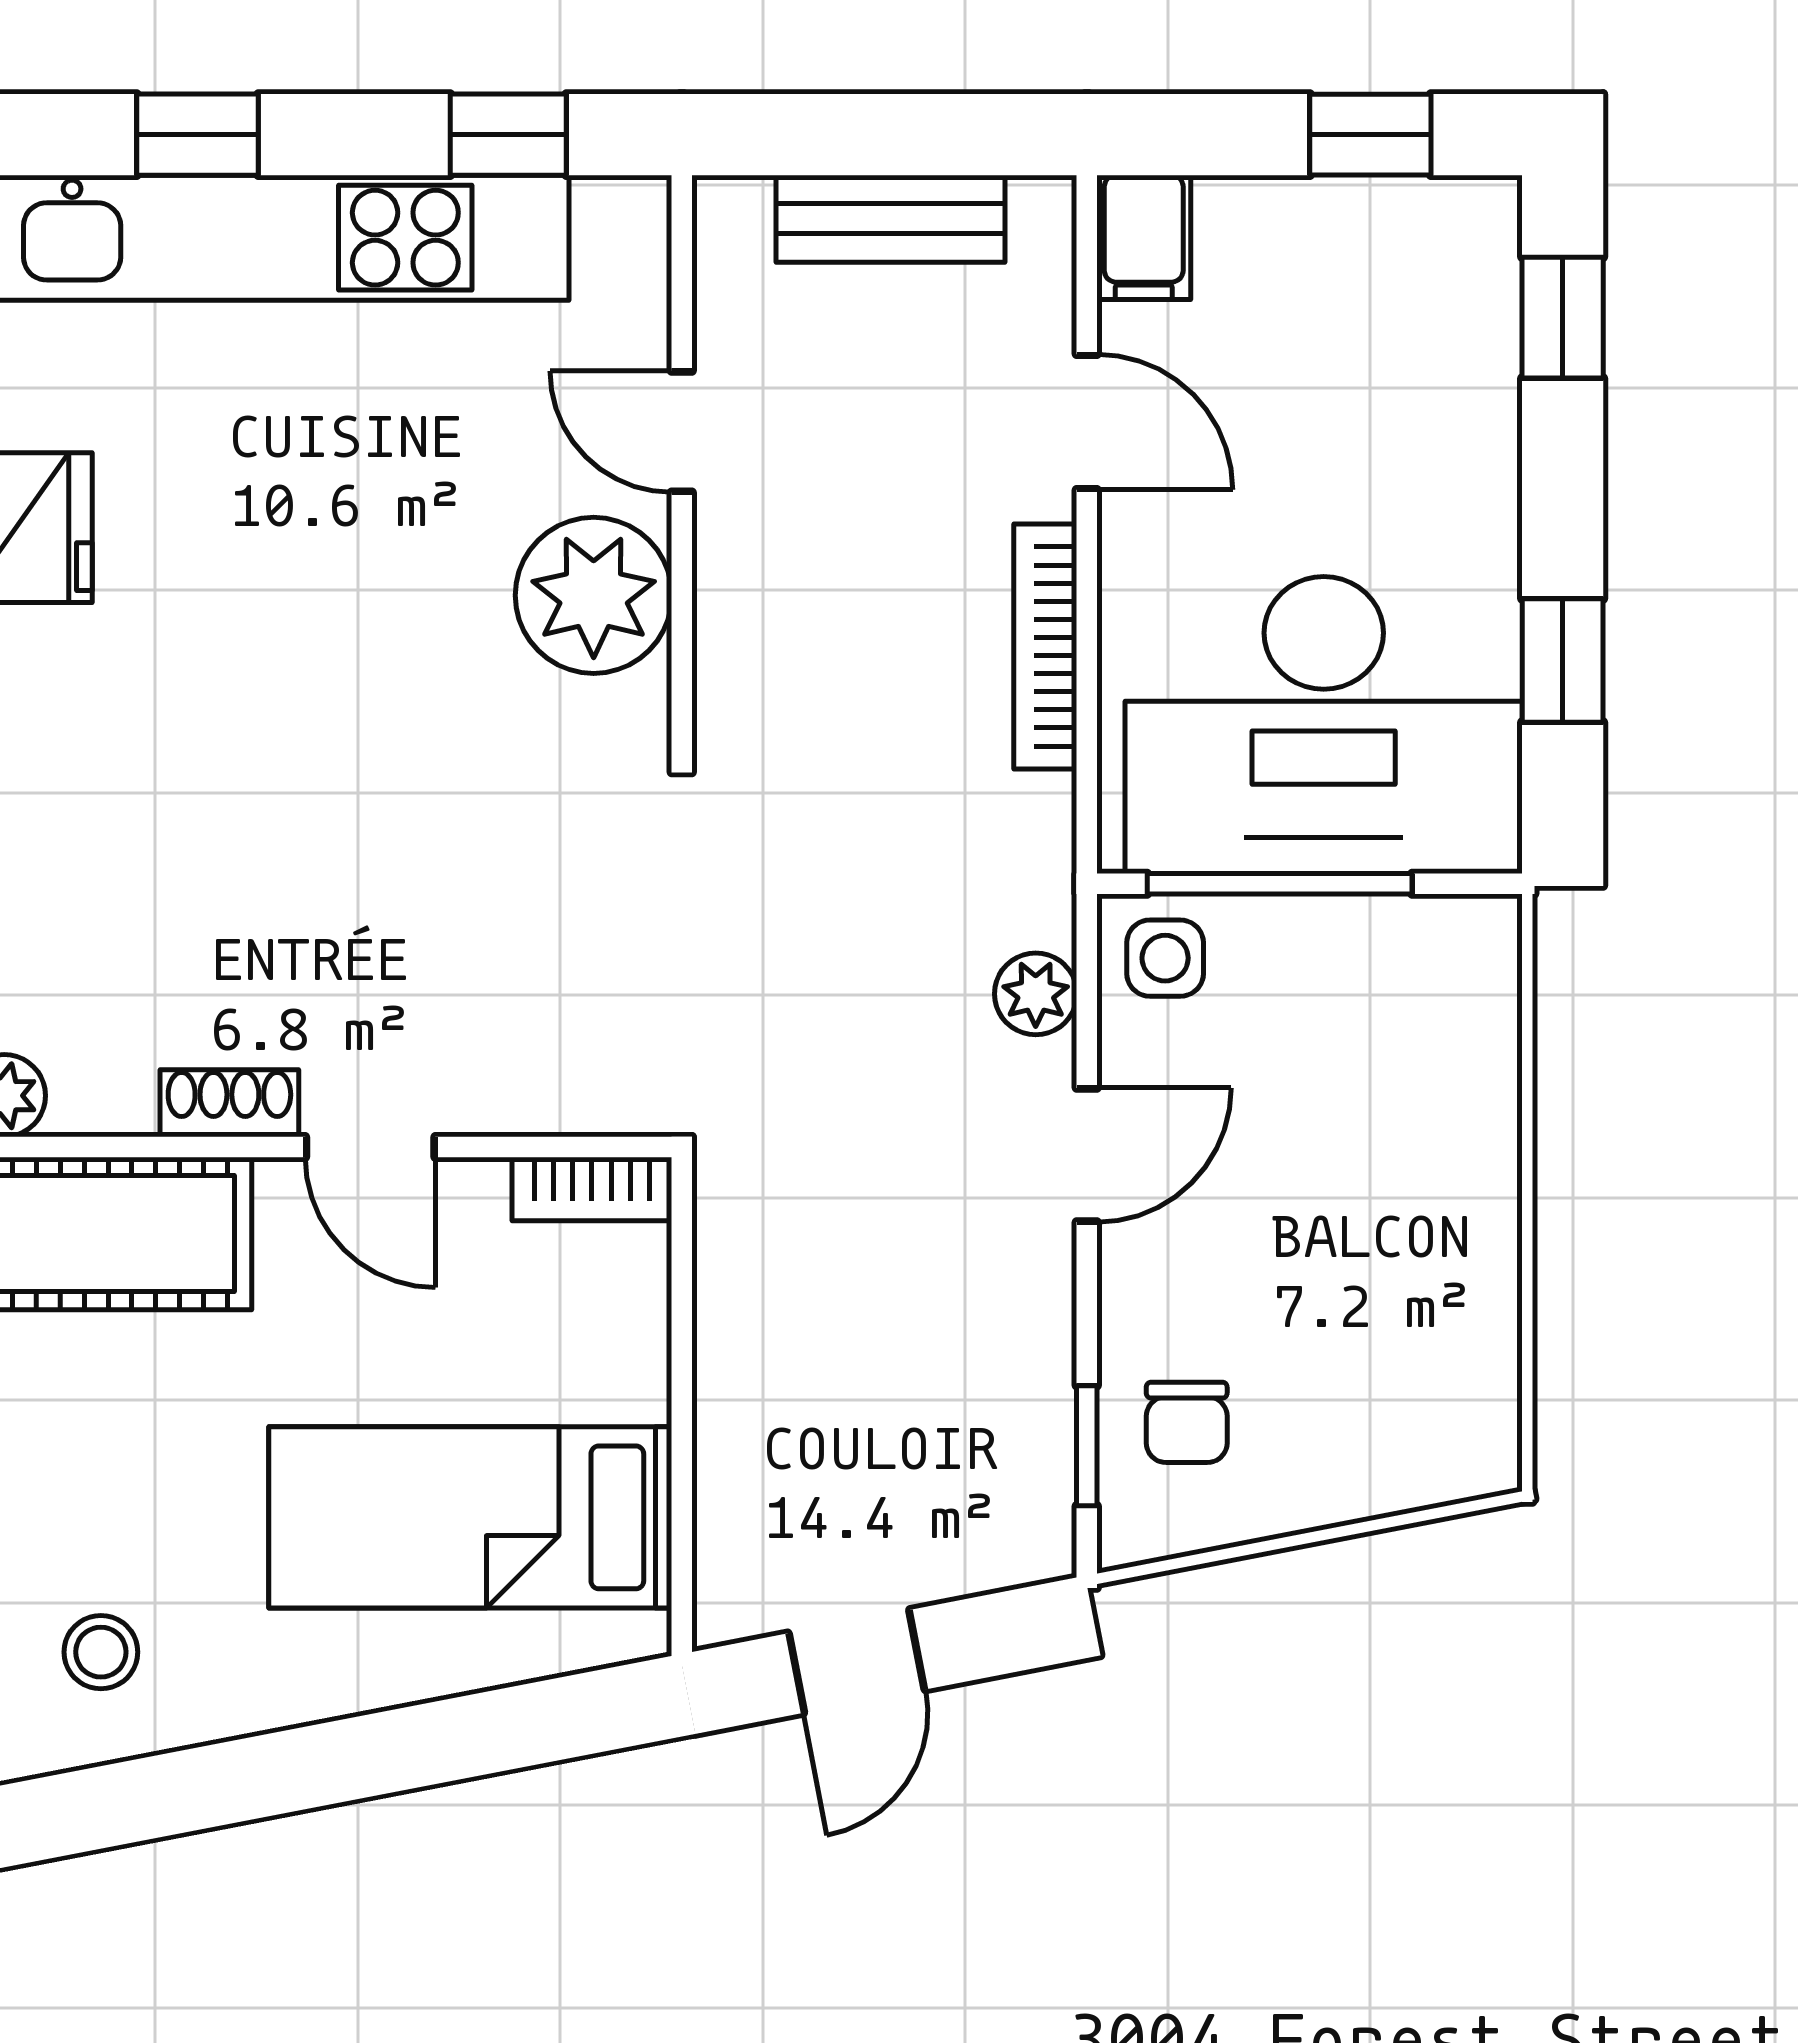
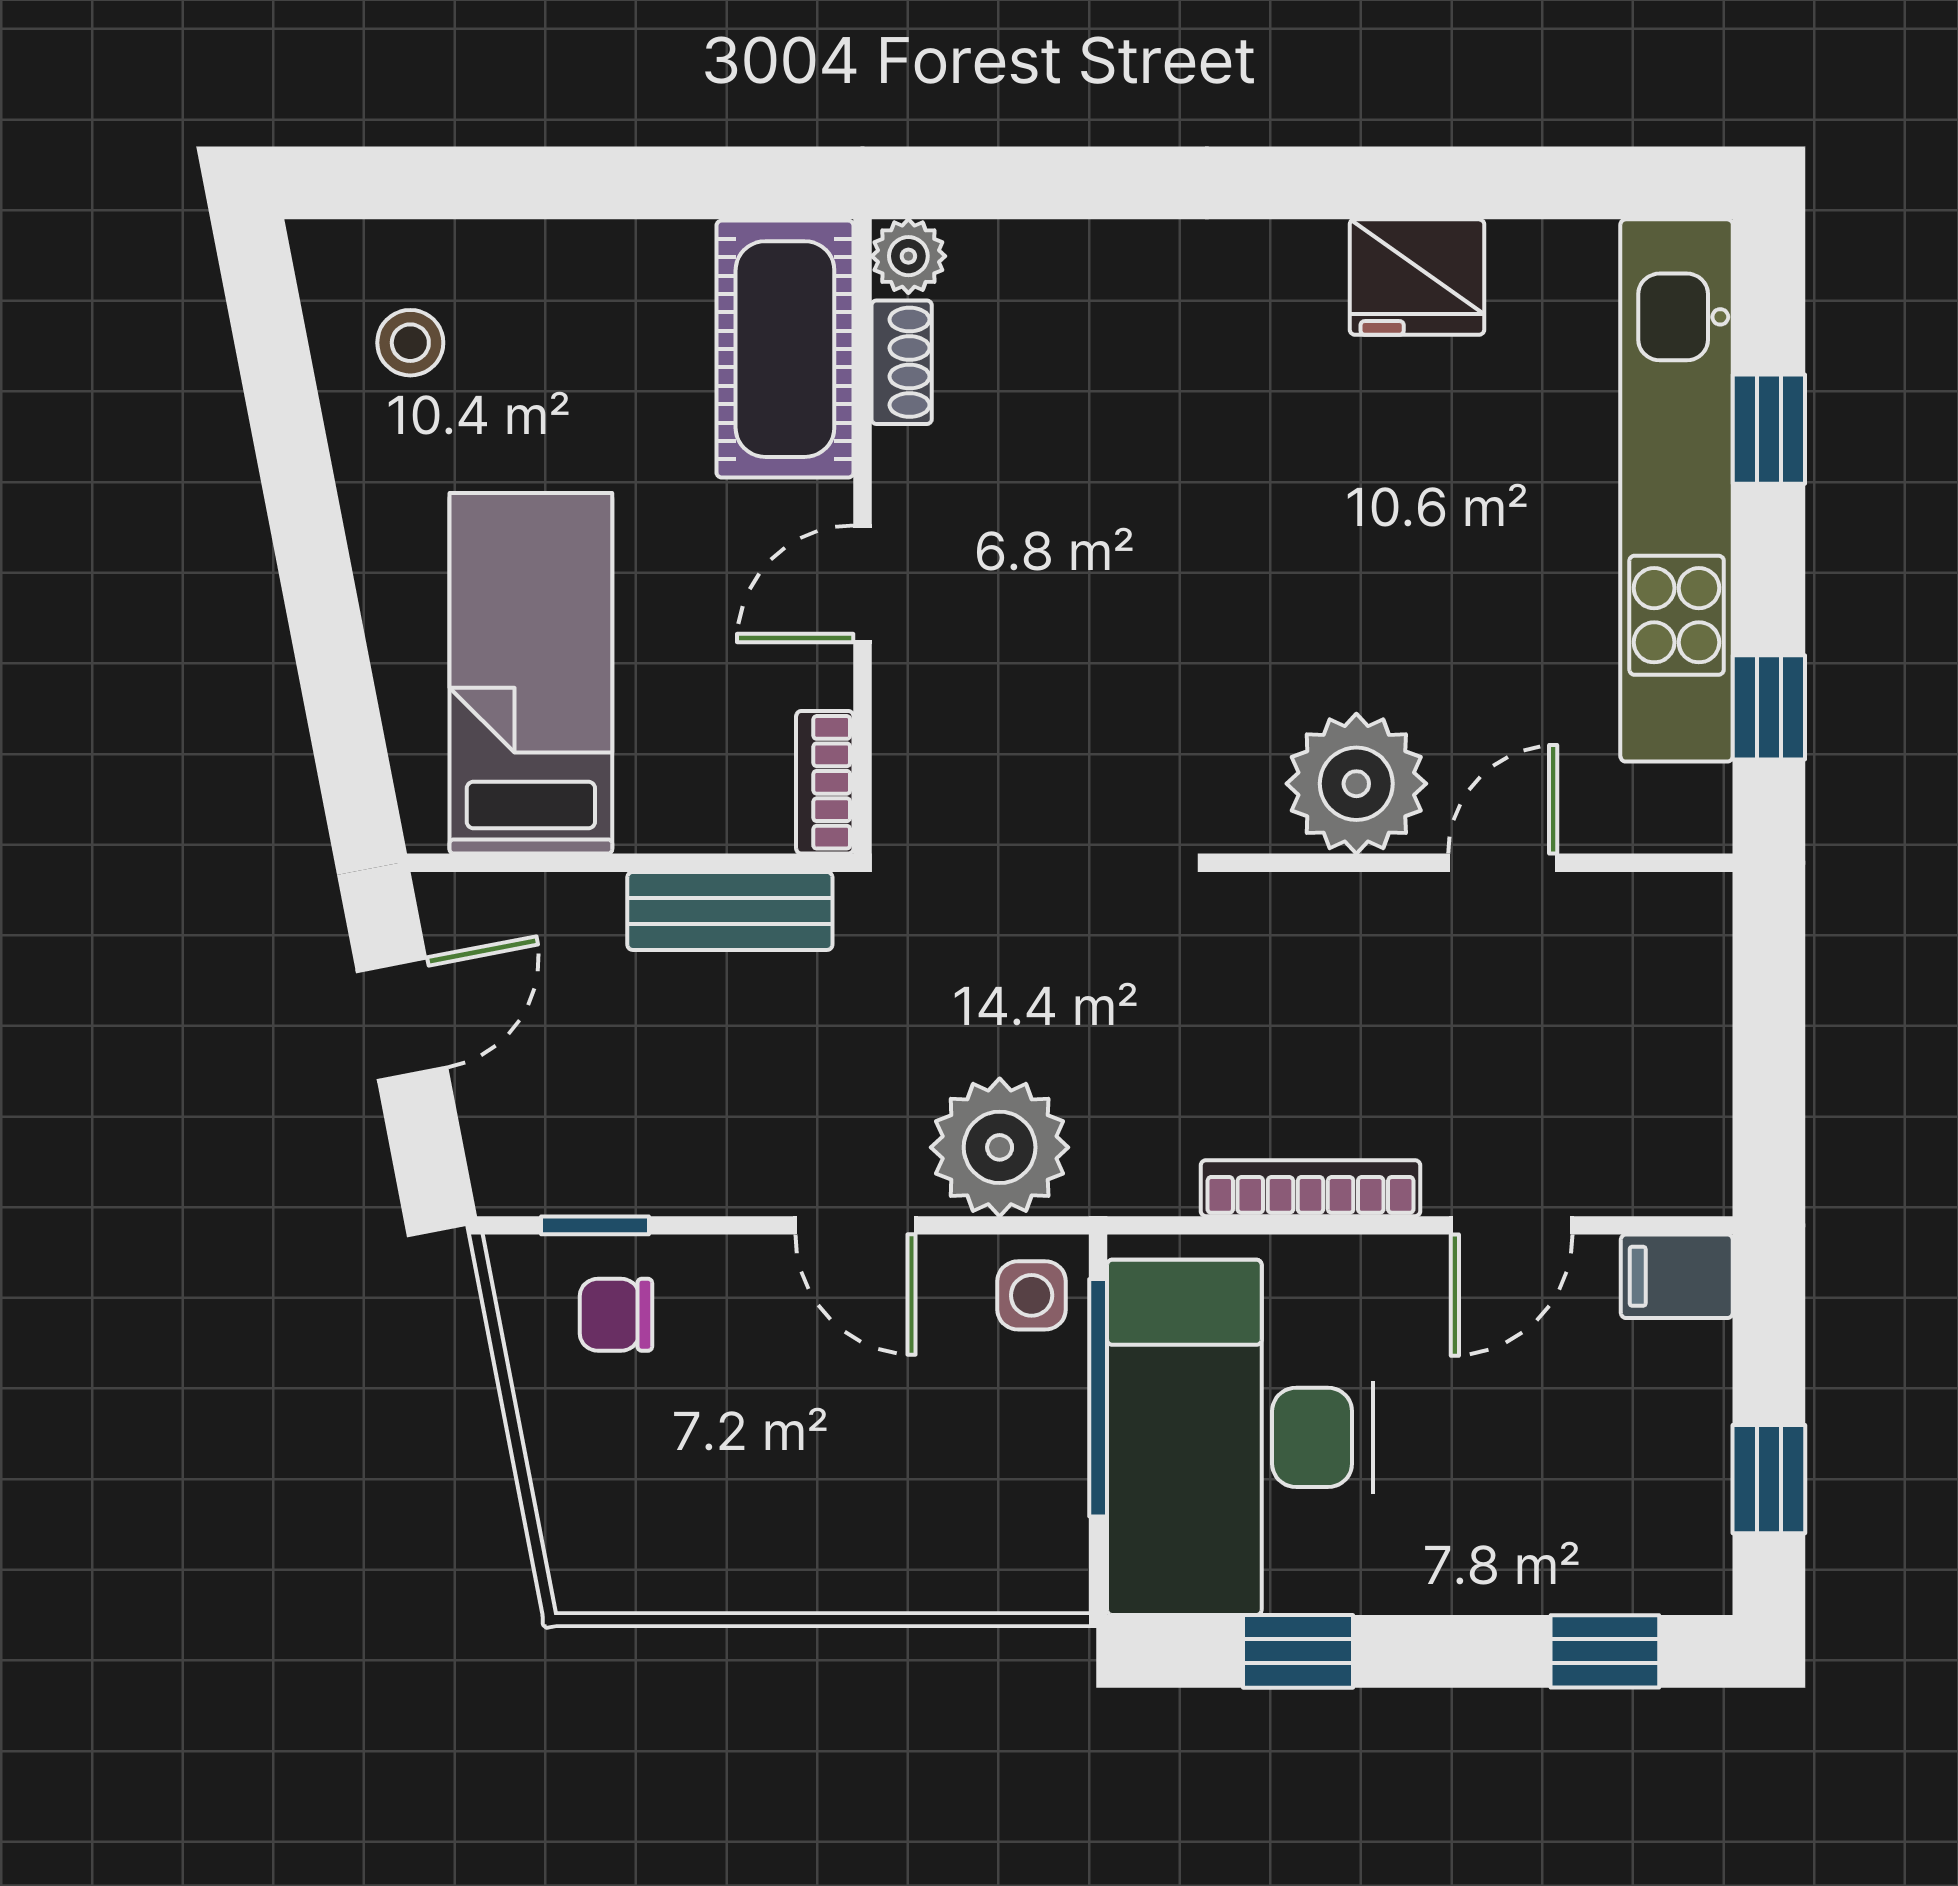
bench: (890, 219) -> (730, 911), moved, turned 90
plant: (1036, 994) -> (1000, 1147), width x1.88, depth x1.88
shoe rack: (229, 1103) -> (902, 362), moved
door: (857, 1661) -> (402, 1019), swing flipped

